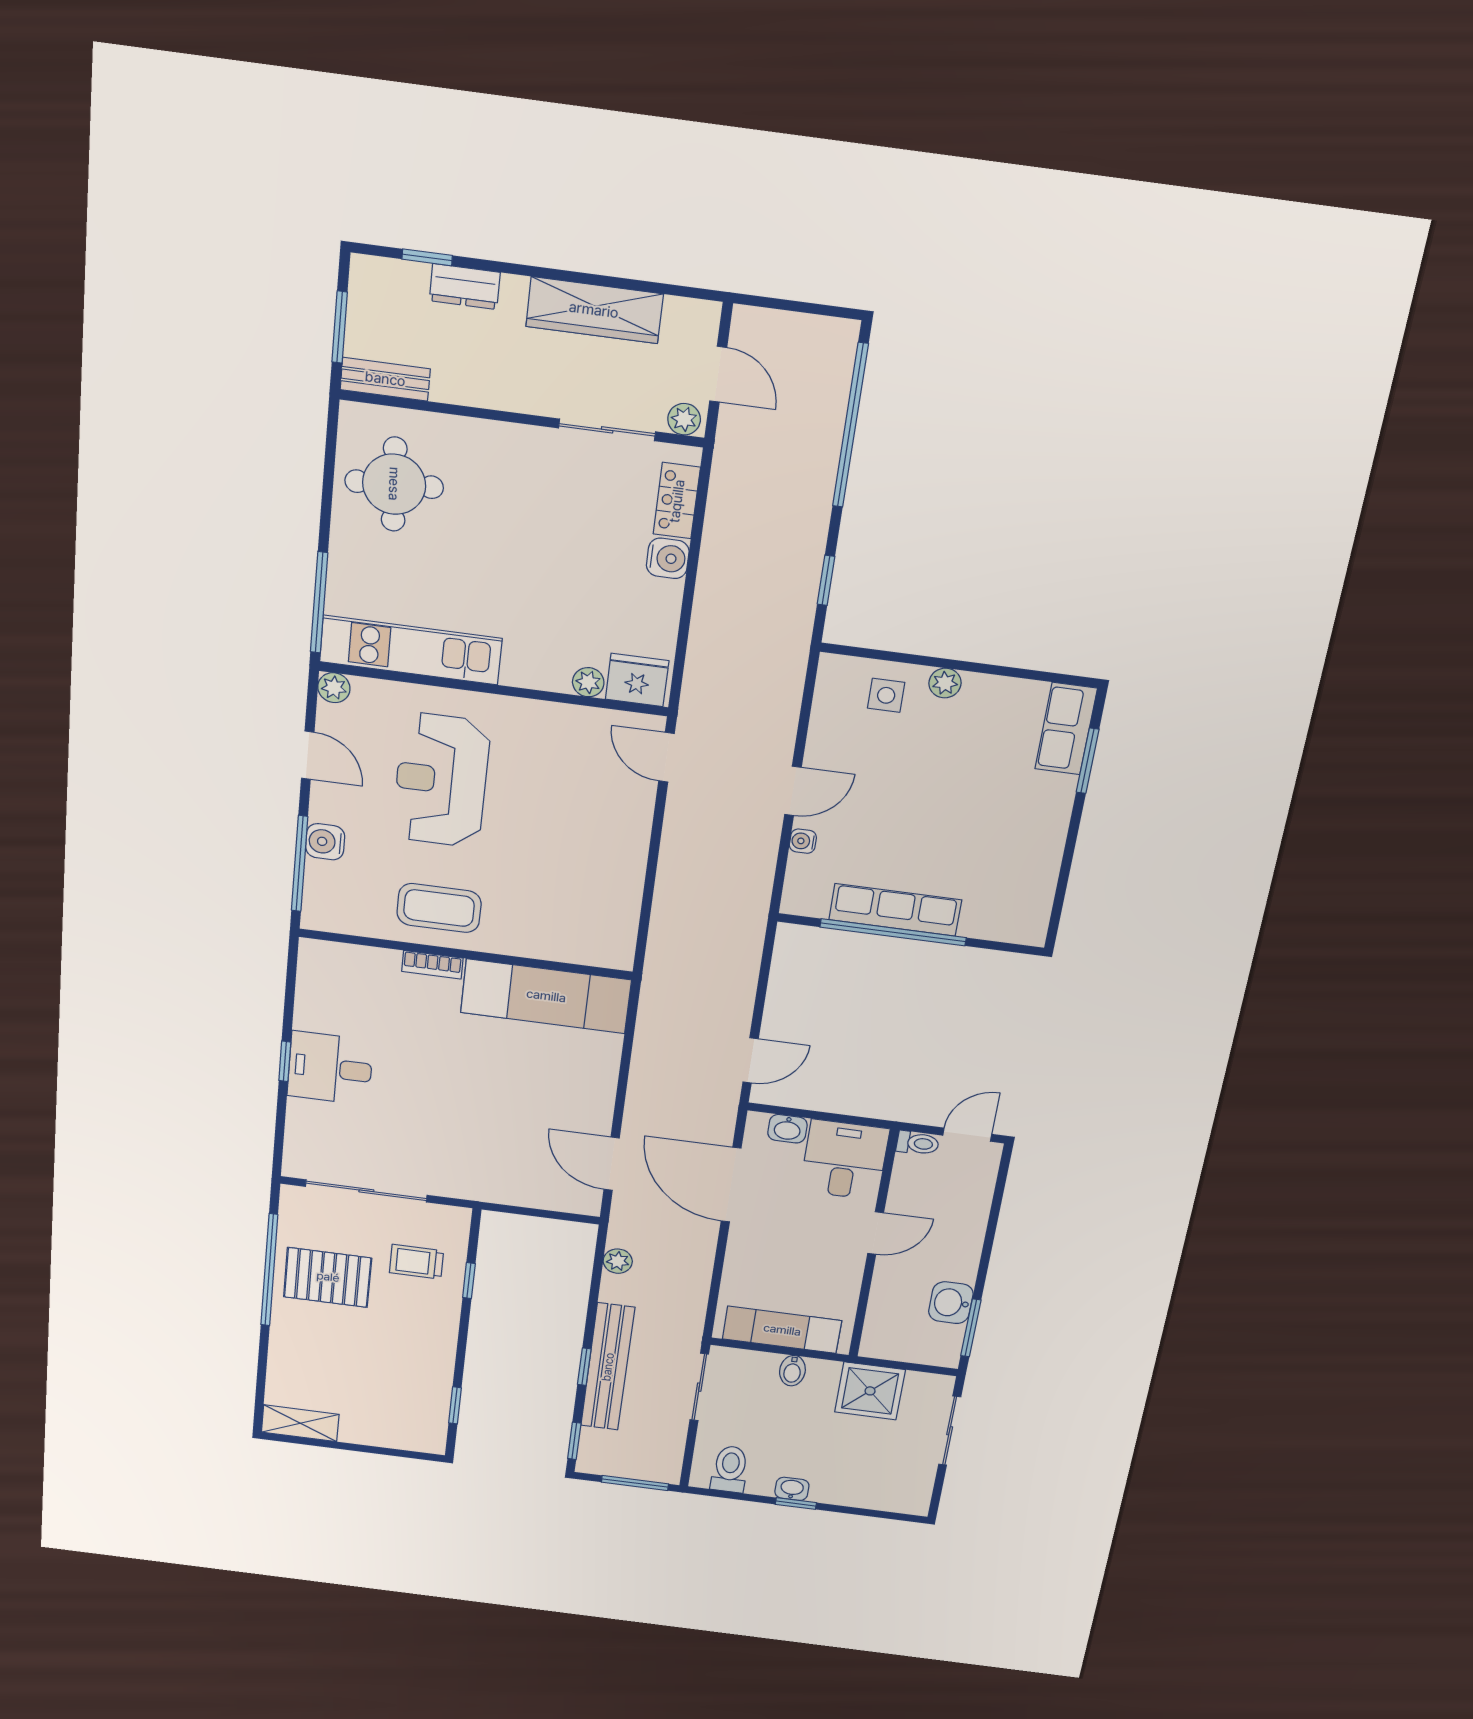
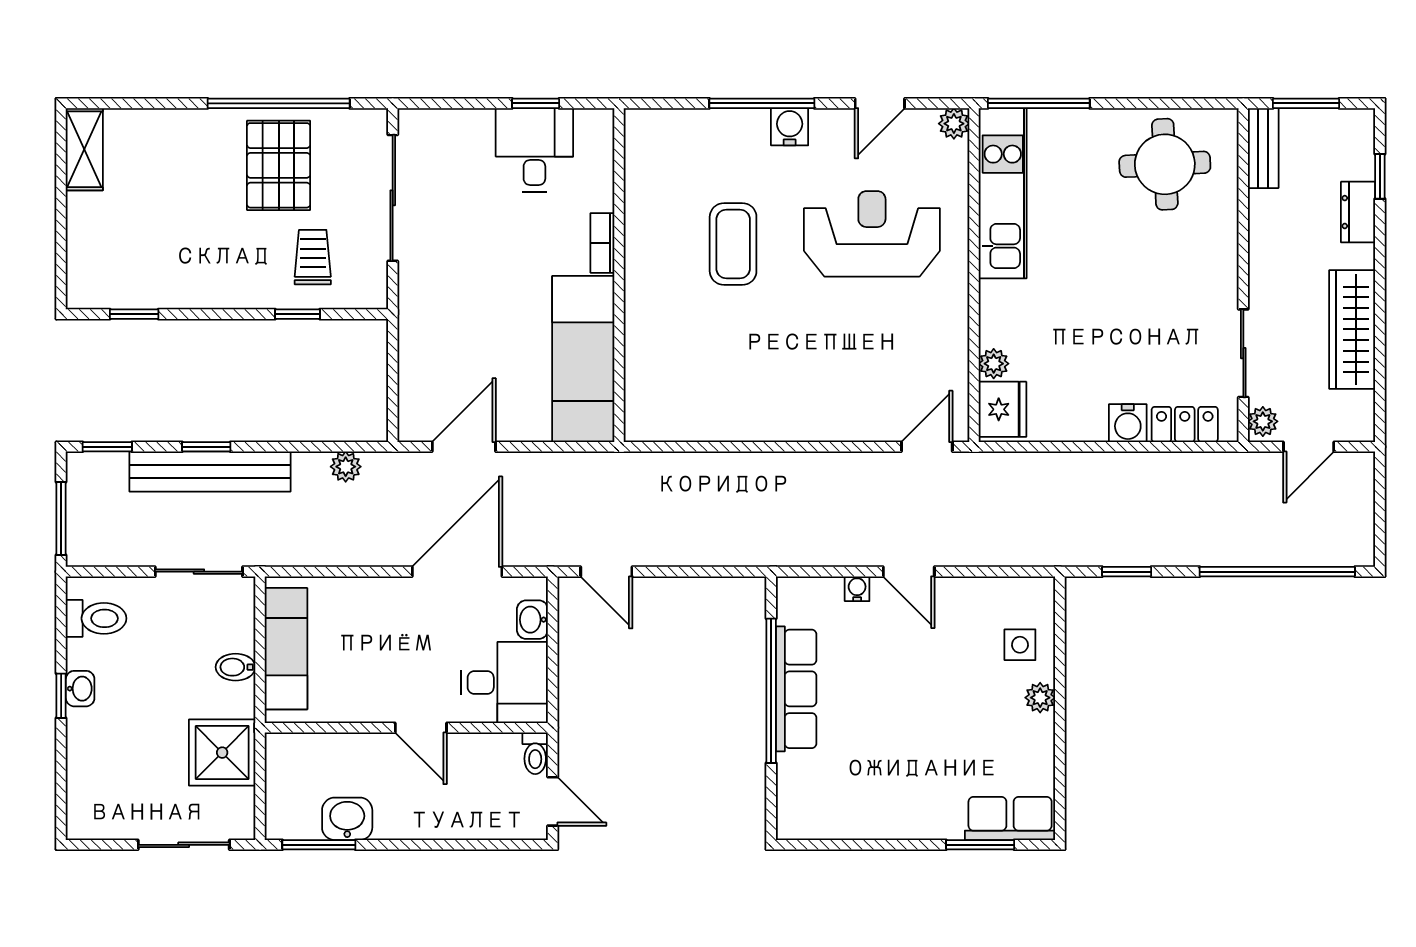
wall: (466, 954) -> (619, 275), moved
bookcase: (432, 965) -> (602, 243), moved
exam couch: (546, 996) -> (583, 359), moved

